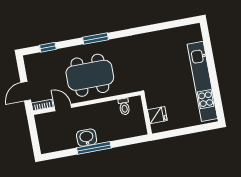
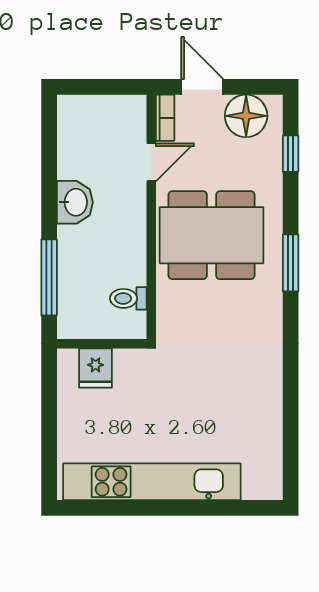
floor lamp: (35, 70) -> (246, 116), added
dining table: (90, 75) -> (212, 235), turned 90
window: (94, 148) -> (49, 277), moved

